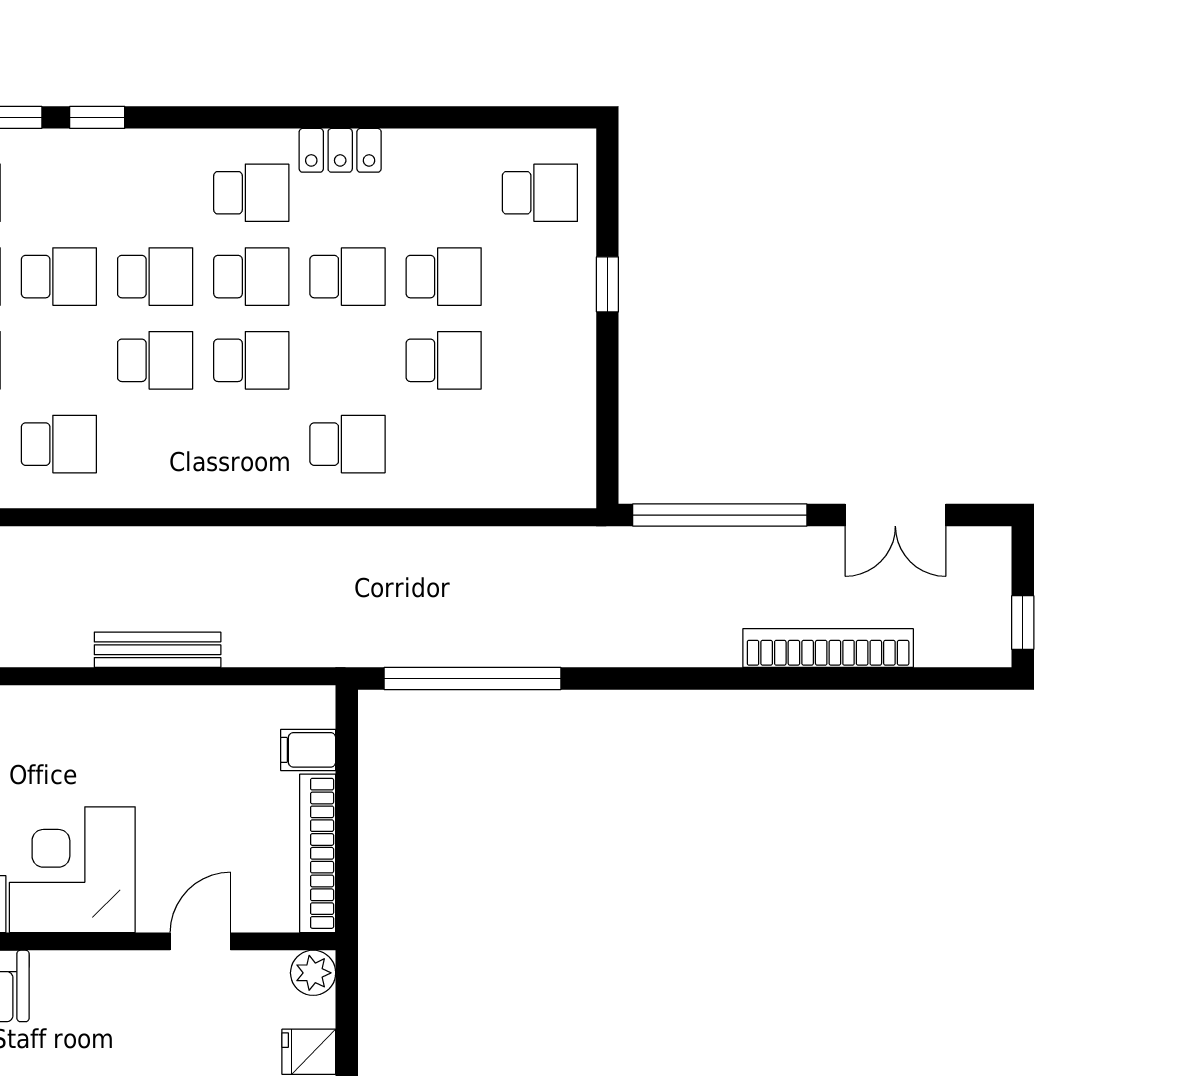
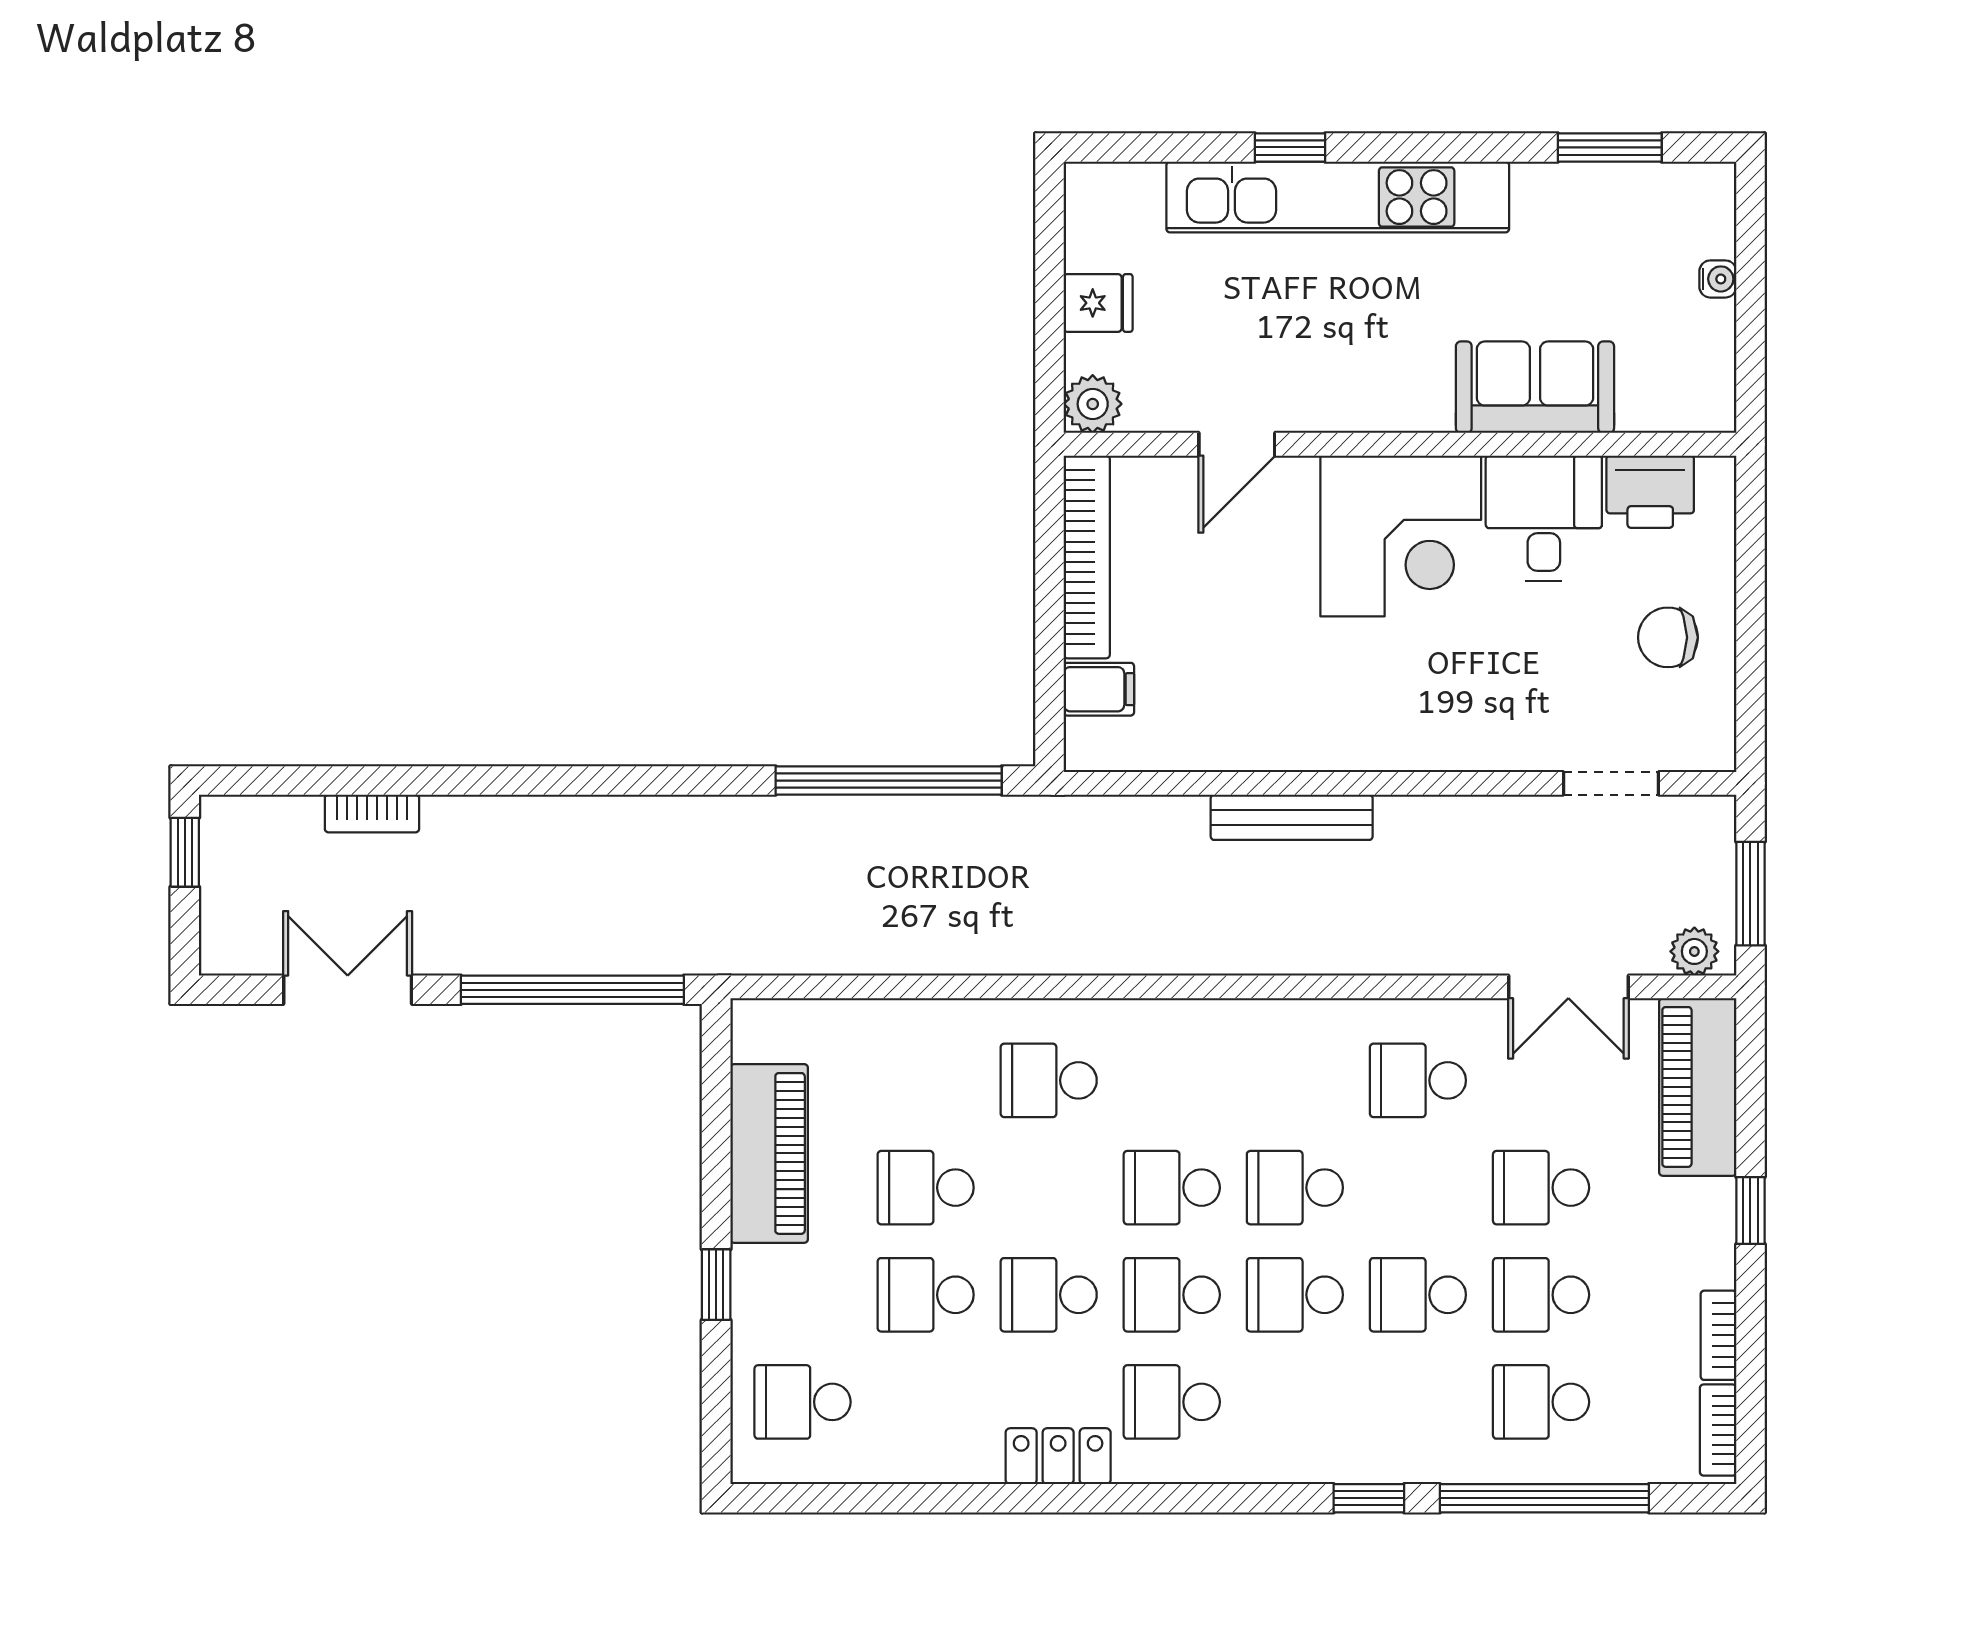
piano: (566, 387) -> (769, 1153), added
bookcase: (828, 648) -> (372, 814), width x0.43, depth x0.76

